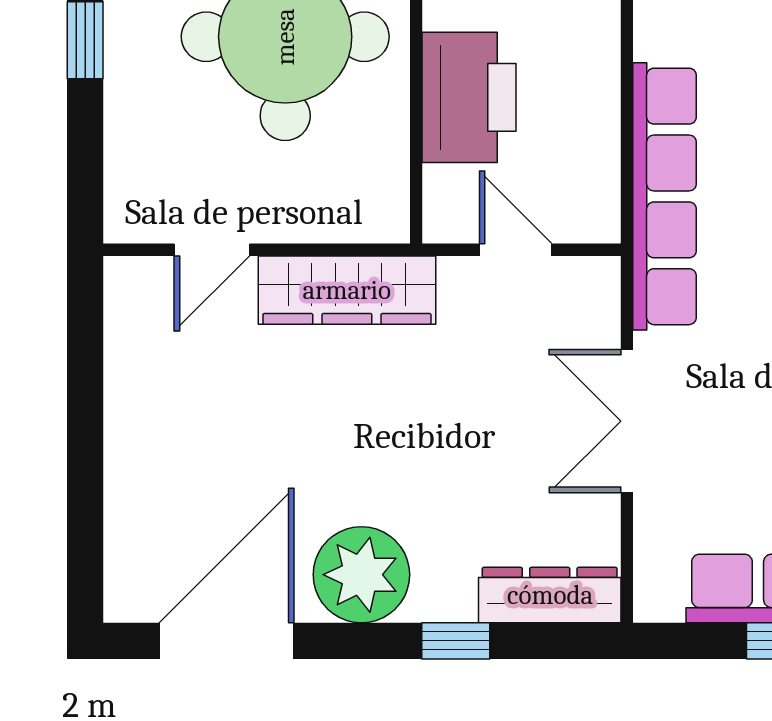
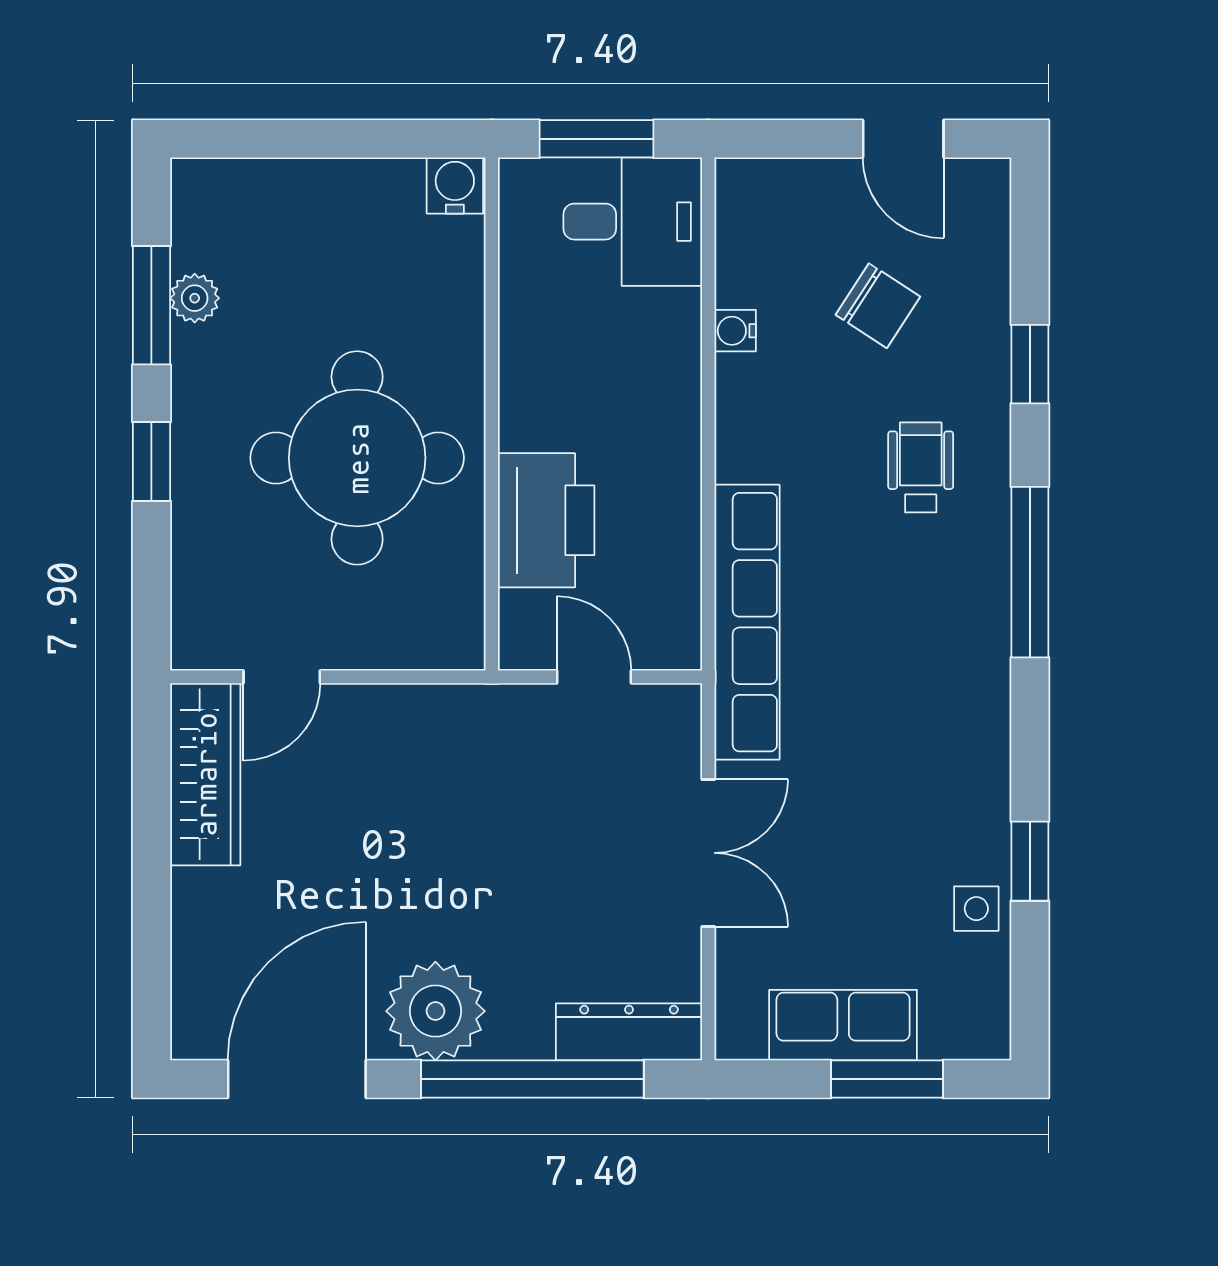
wardrobe: (347, 290) -> (205, 774), moved, turned -90
double door: (627, 421) -> (708, 853), swing flipped
window: (456, 641) -> (532, 1079), width x3.17

